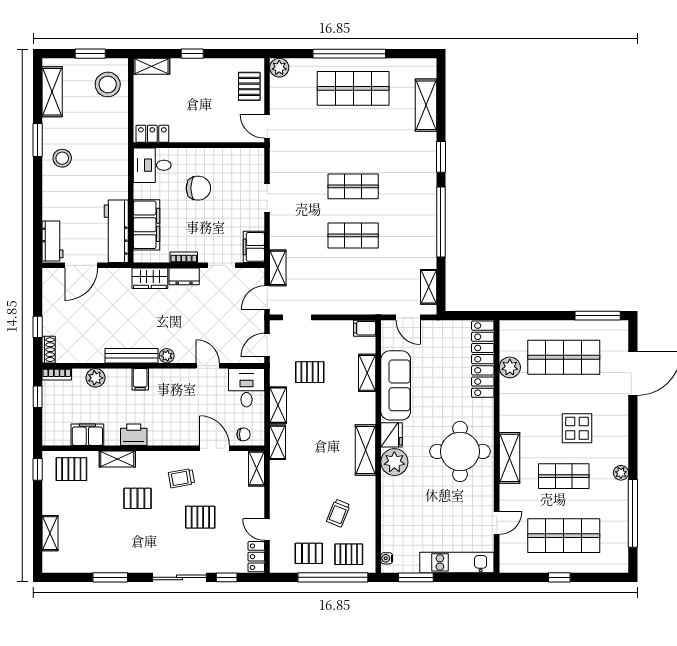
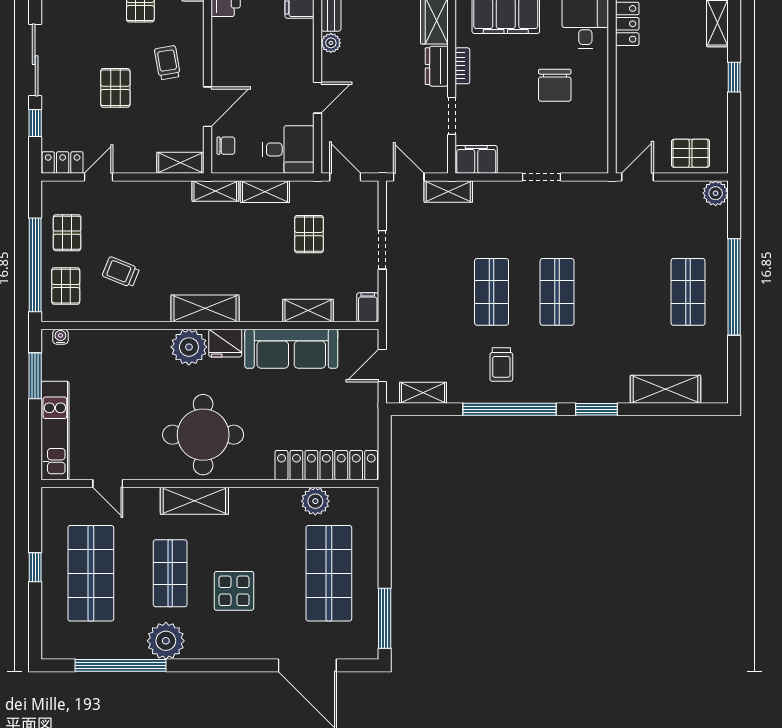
shop shelf: (353, 88) -> (688, 292), width x0.70, depth x0.74
trolley: (407, 228) -> (501, 364), added
doorway: (297, 317) -> (382, 250), moved
chair: (244, 434) -> (226, 146), turned -90
plant: (621, 473) -> (166, 641), width x1.87, depth x1.87

